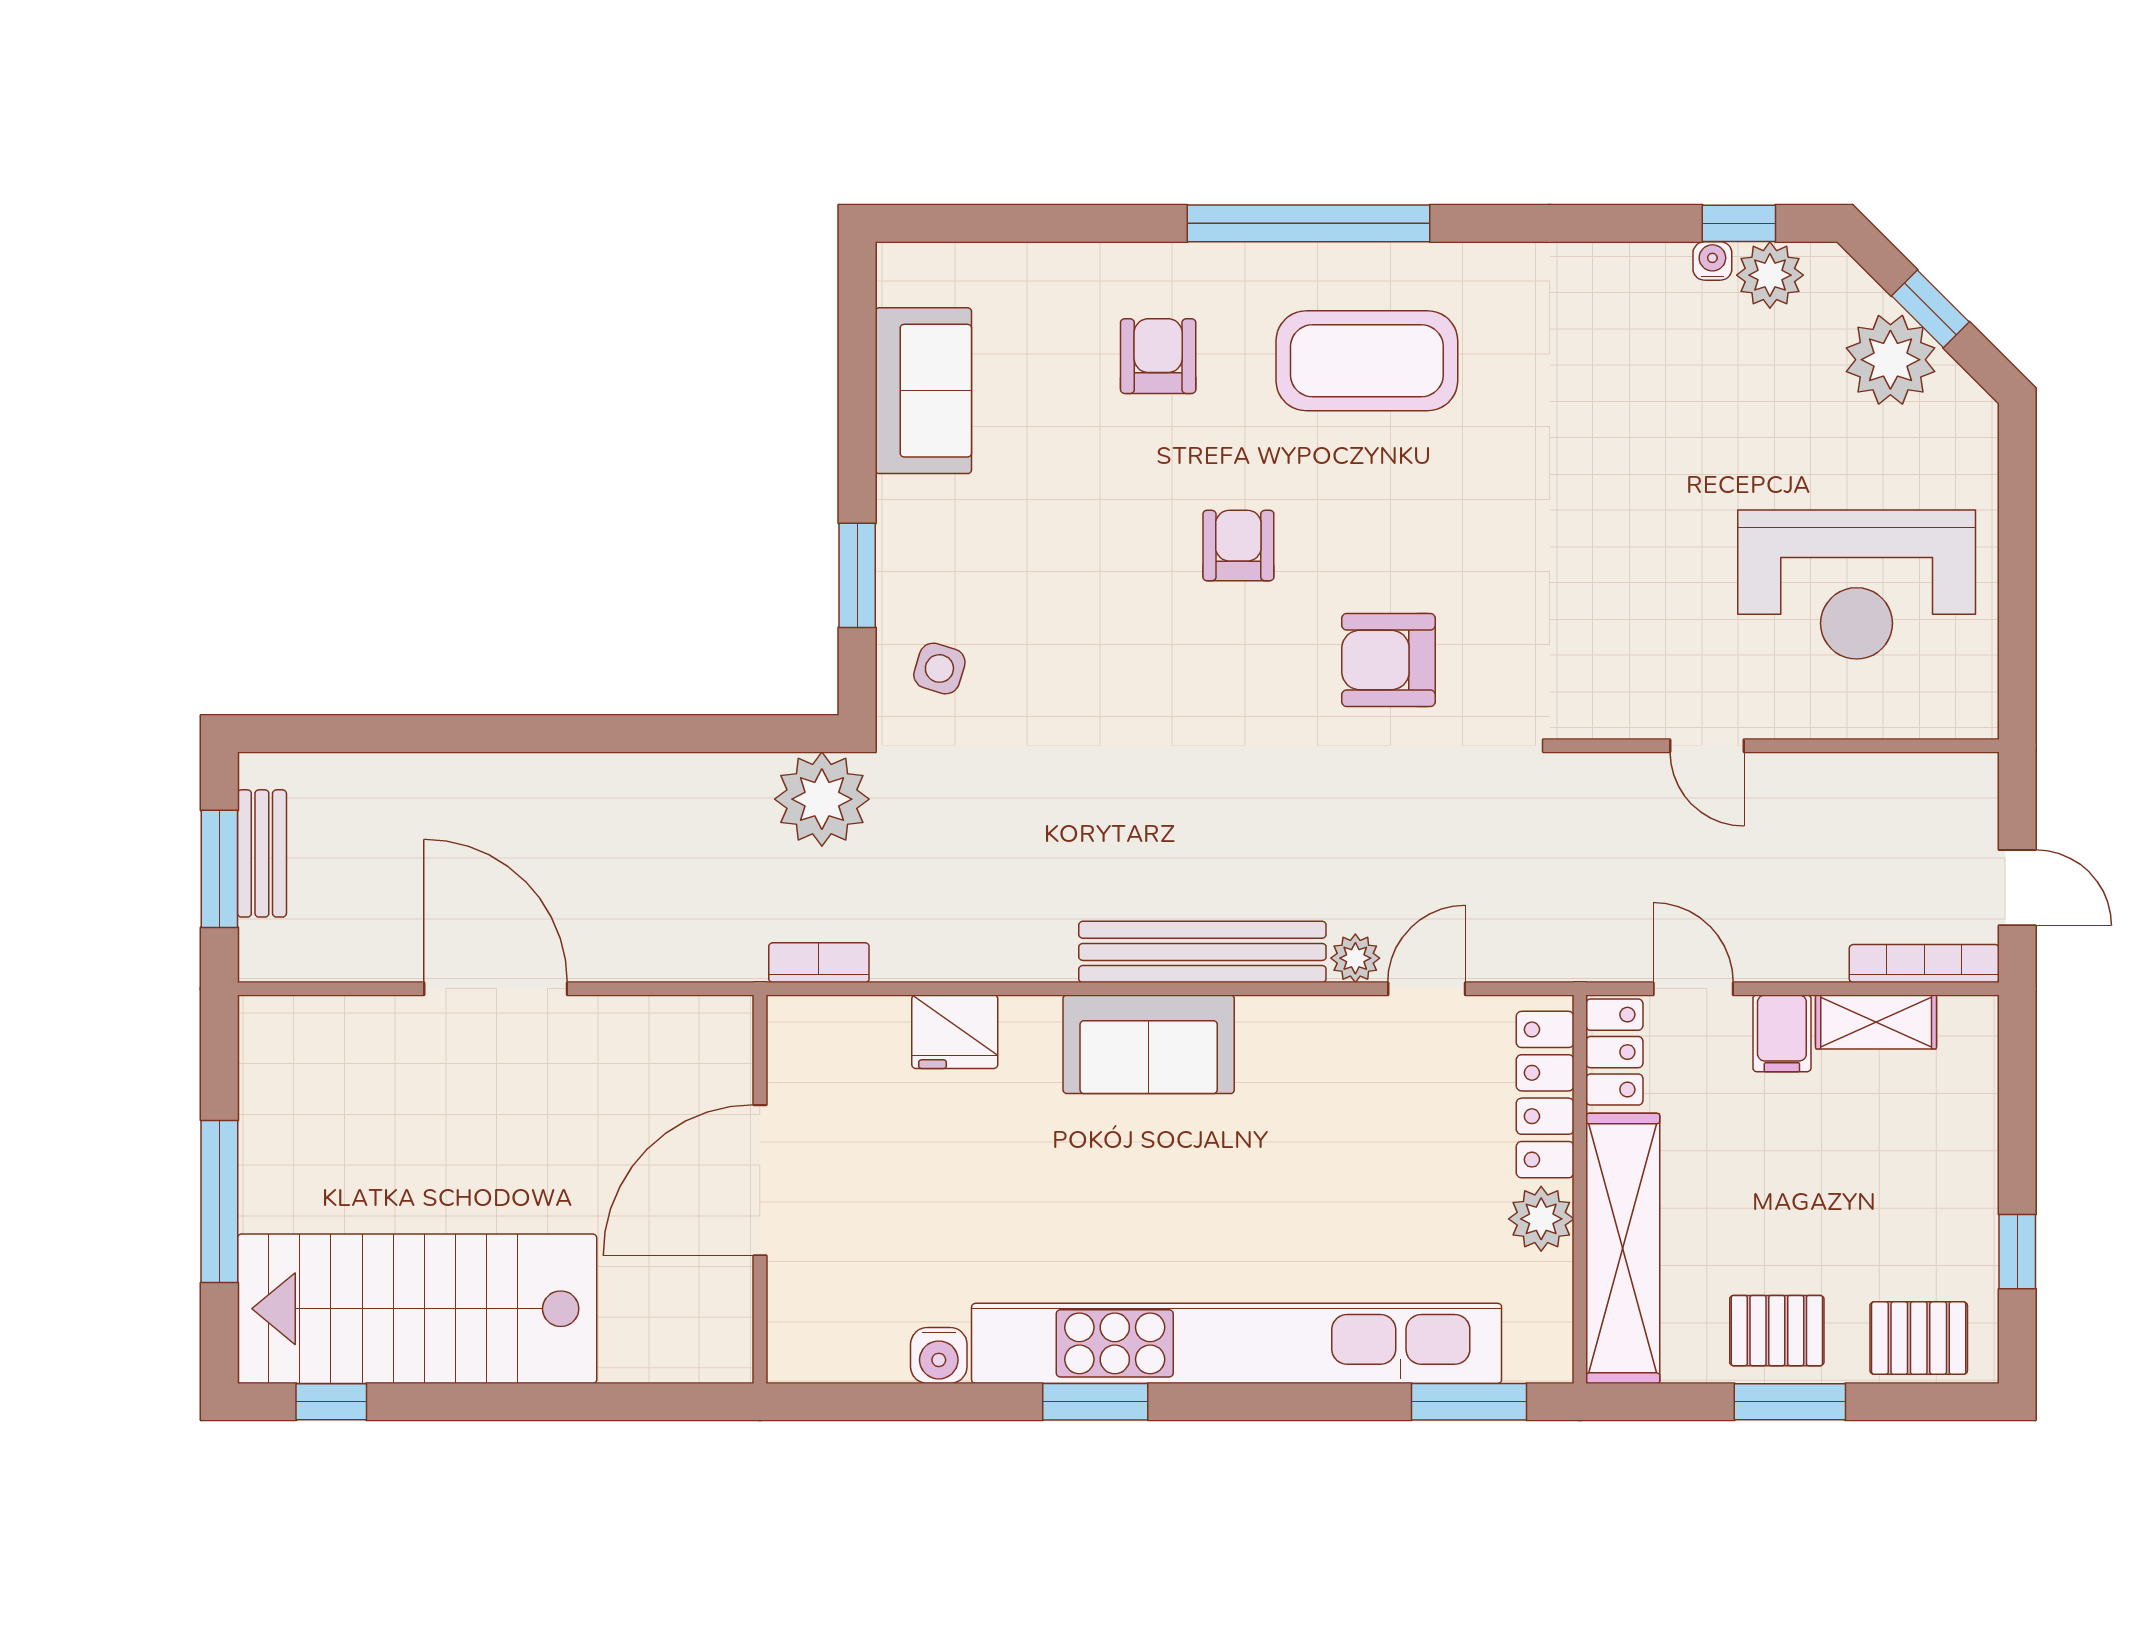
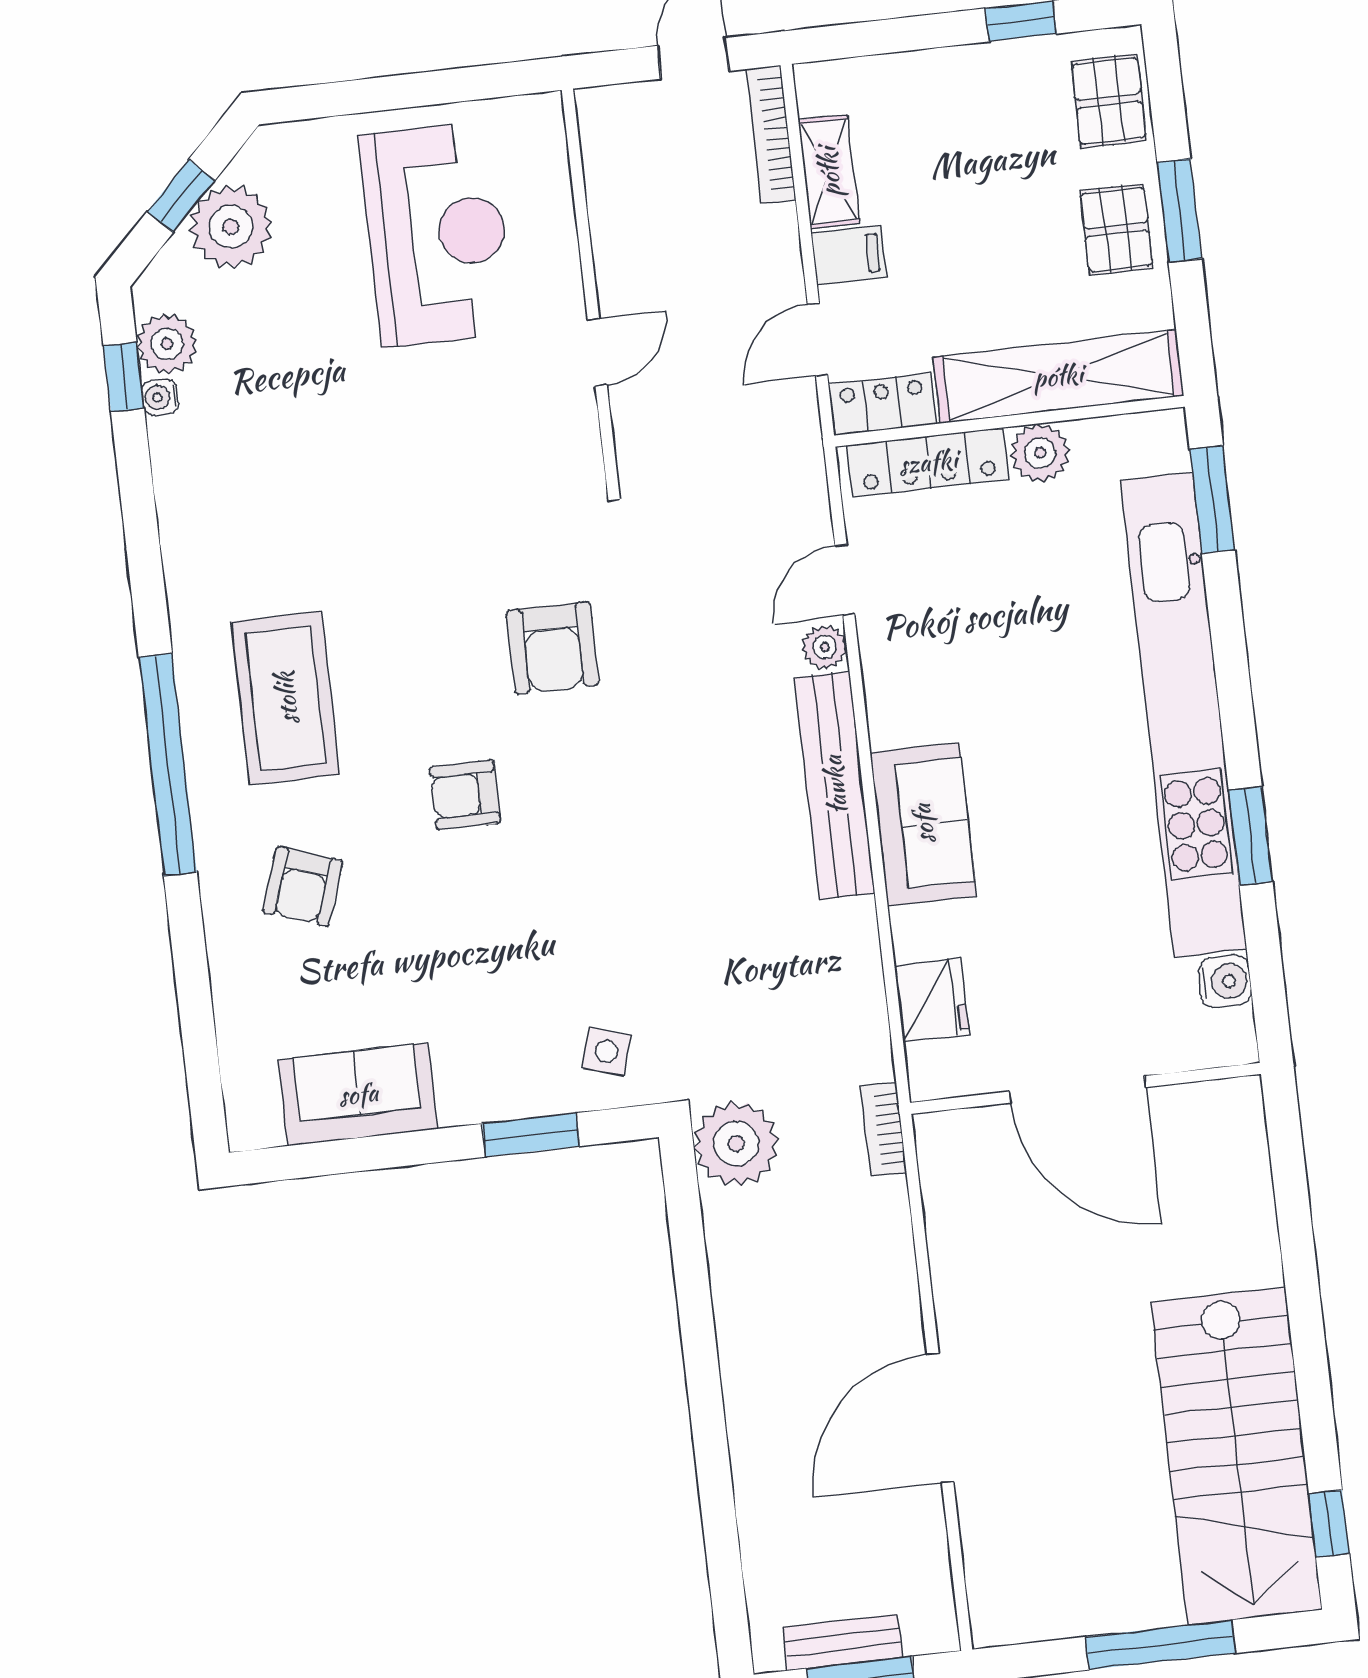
armchair: (1158, 356) -> (303, 886), turned -71
door: (1427, 989) -> (845, 580), hinge flipped
door: (760, 1180) -> (1077, 1089), moved
wall: (760, 1189) -> (1086, 1088), moved

